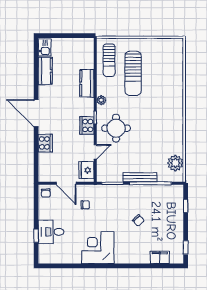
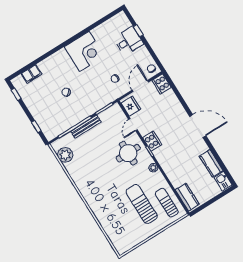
kitchen counter: (87, 83) -> (187, 197), moved
cooker: (45, 143) -> (162, 84), moved
door: (66, 183) -> (140, 86), hinge flipped

